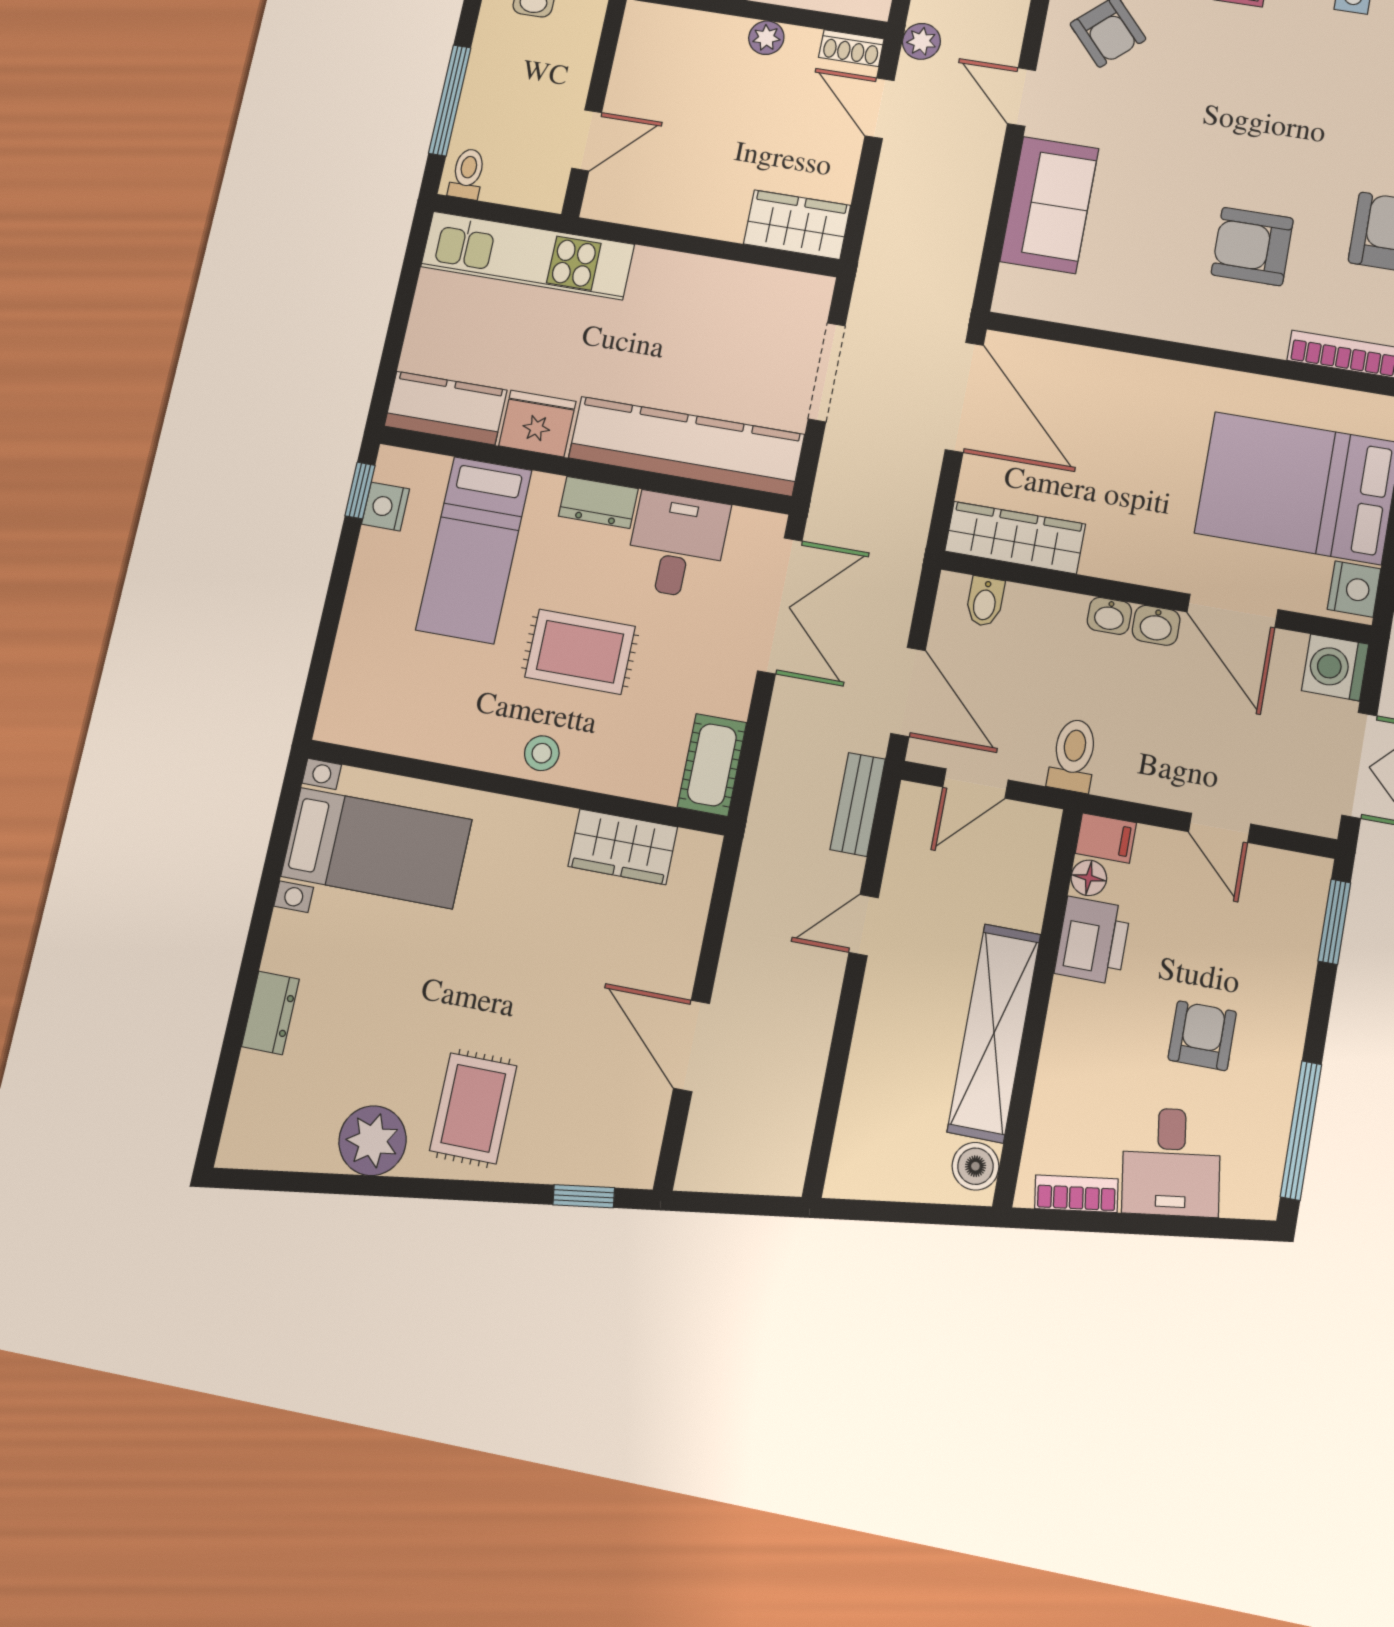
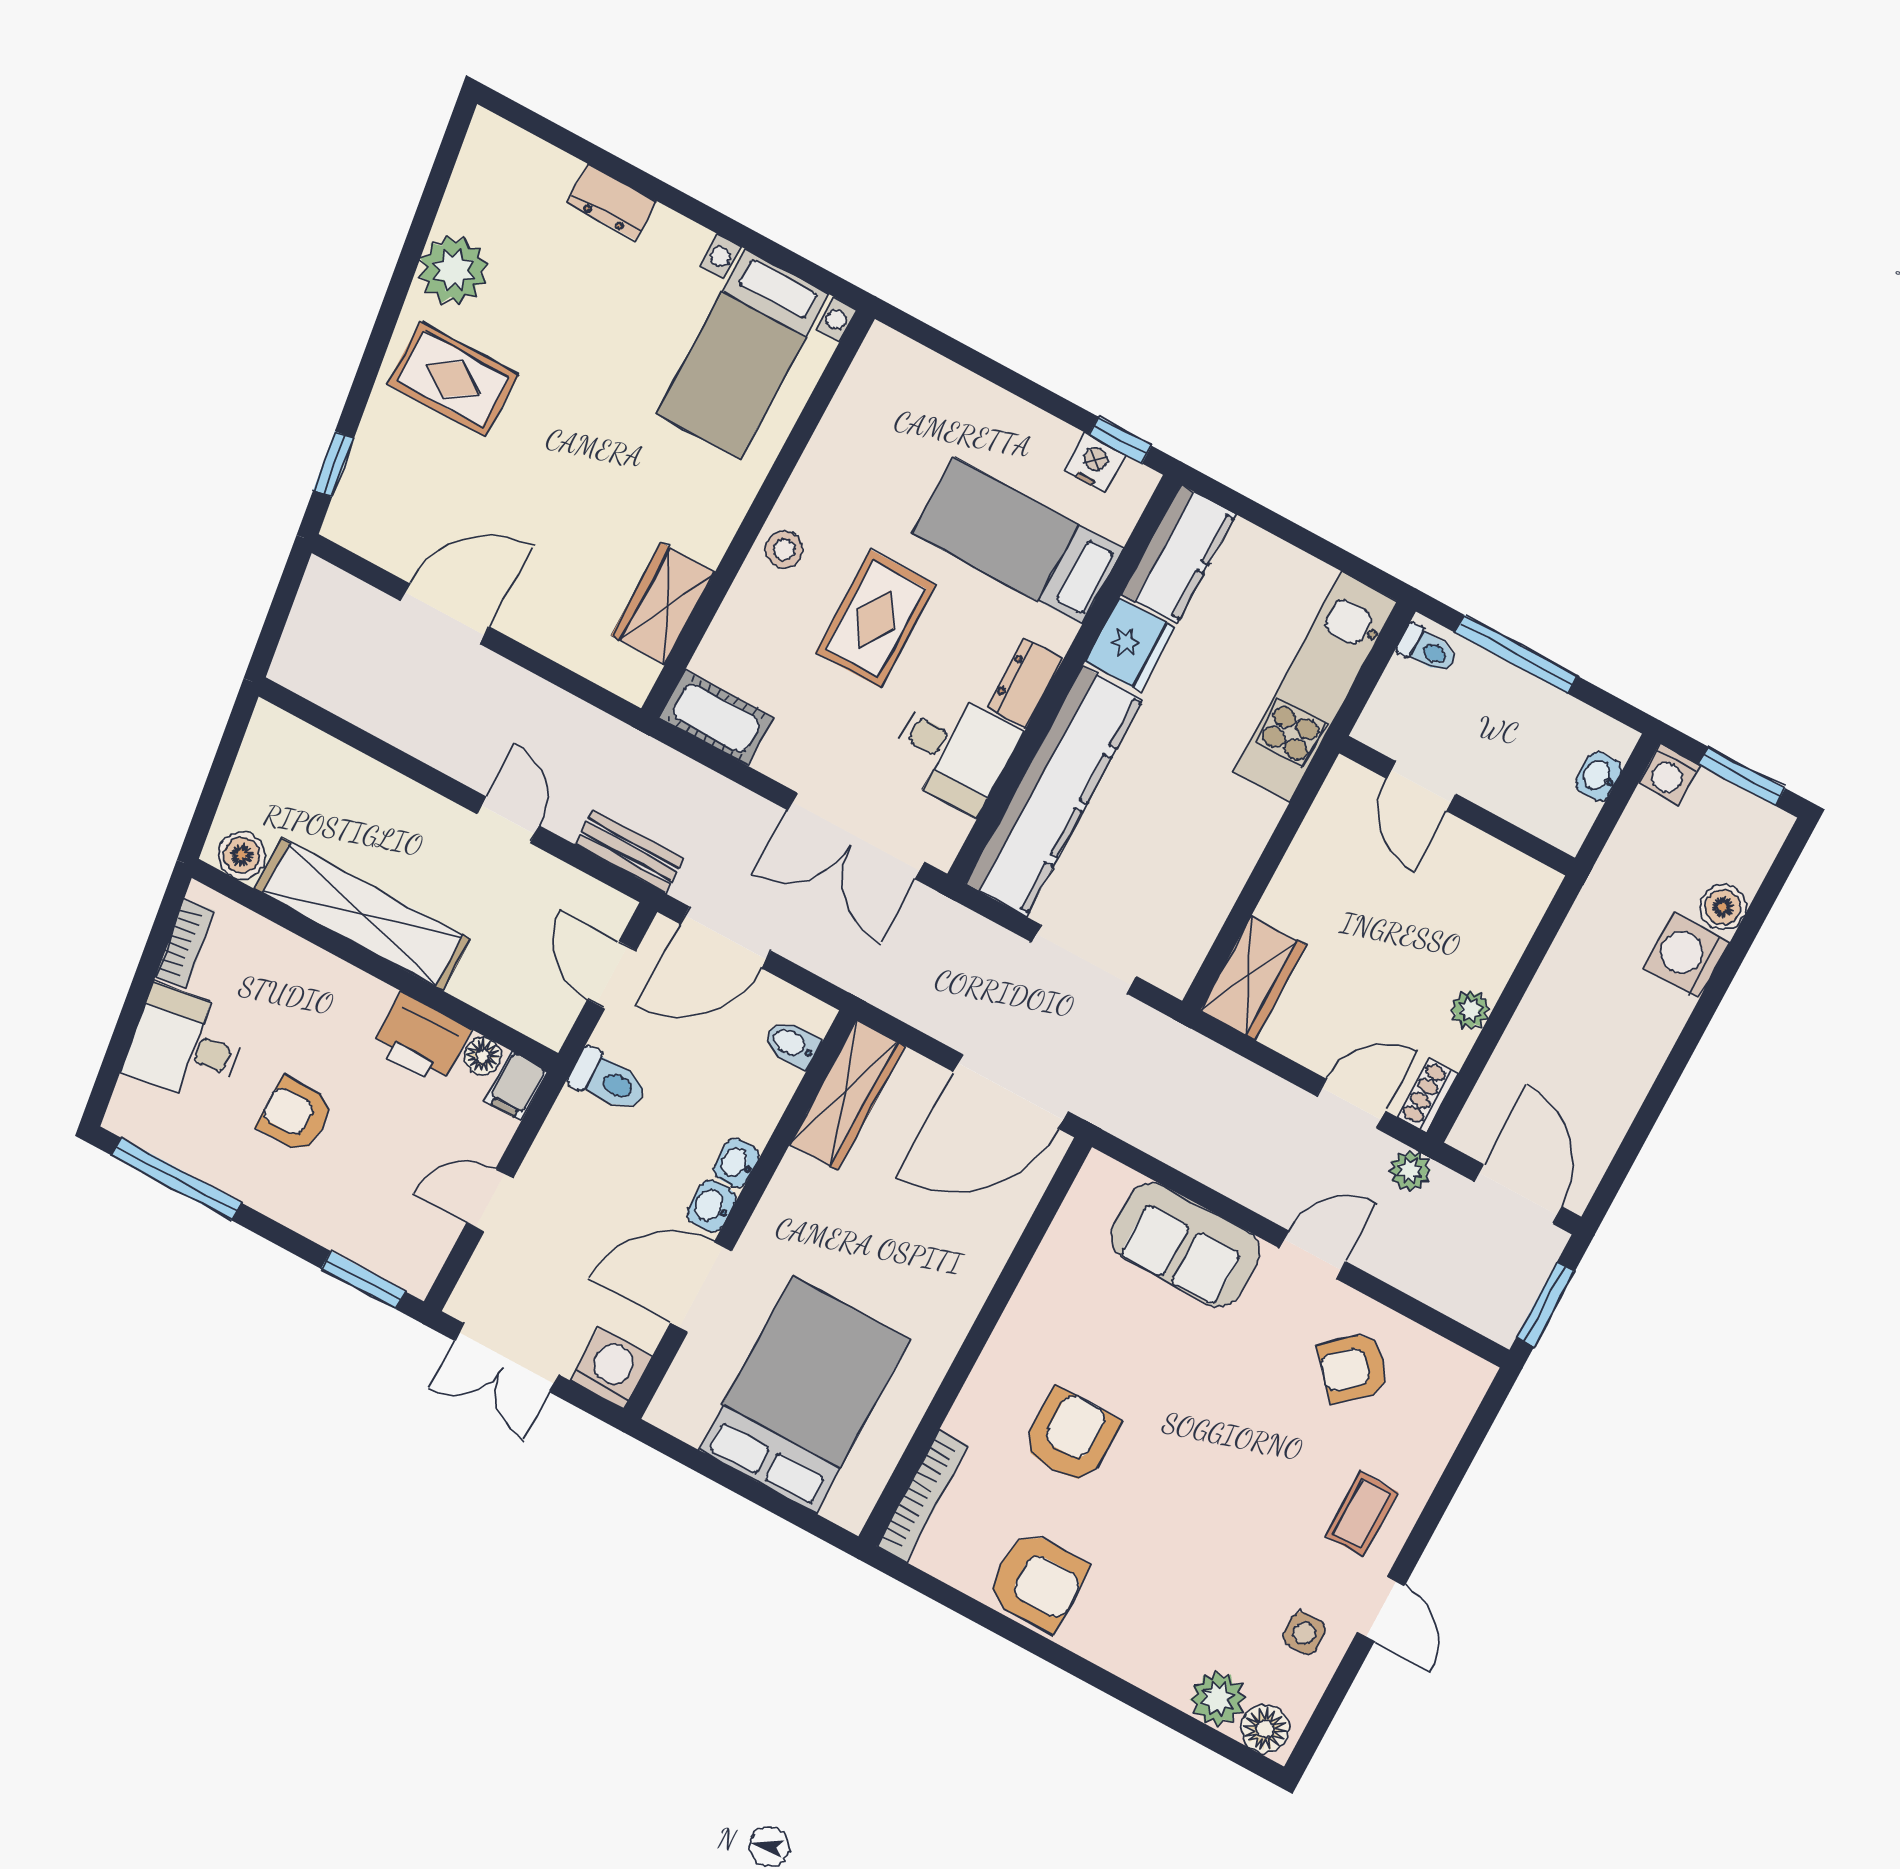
nightstand: (1354, 589) -> (683, 1414), removed
armchair: (1202, 1036) -> (295, 1115), turned 180

